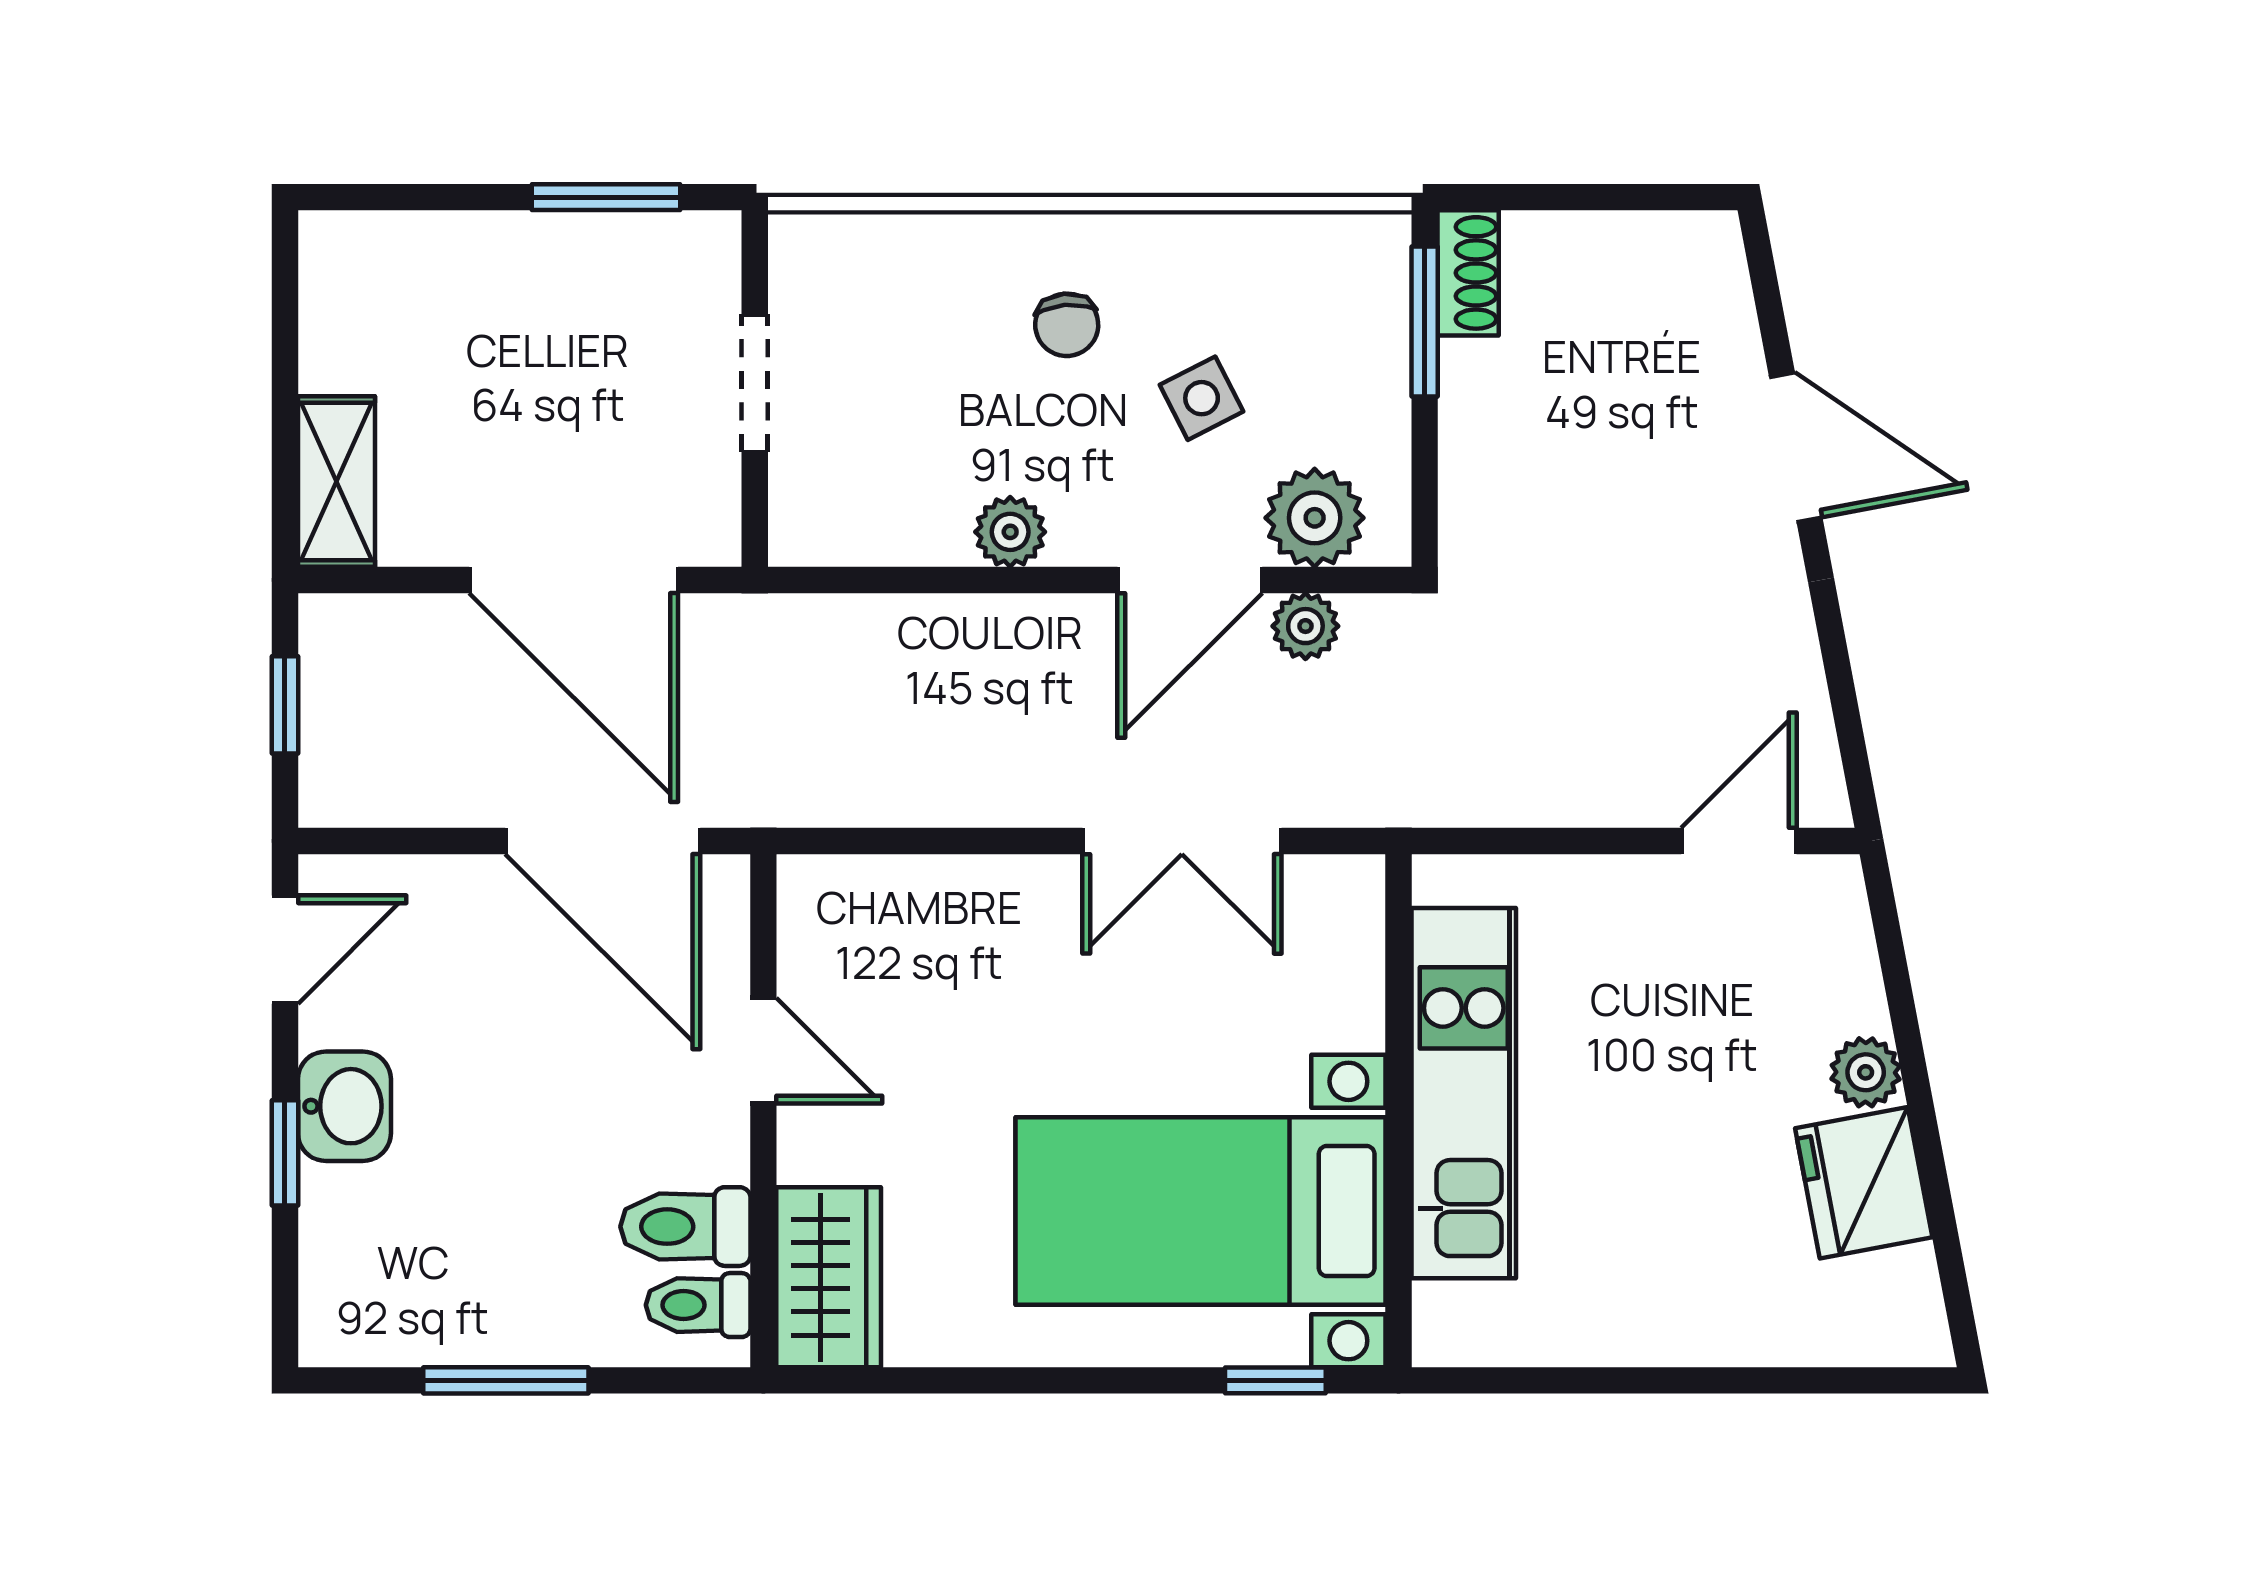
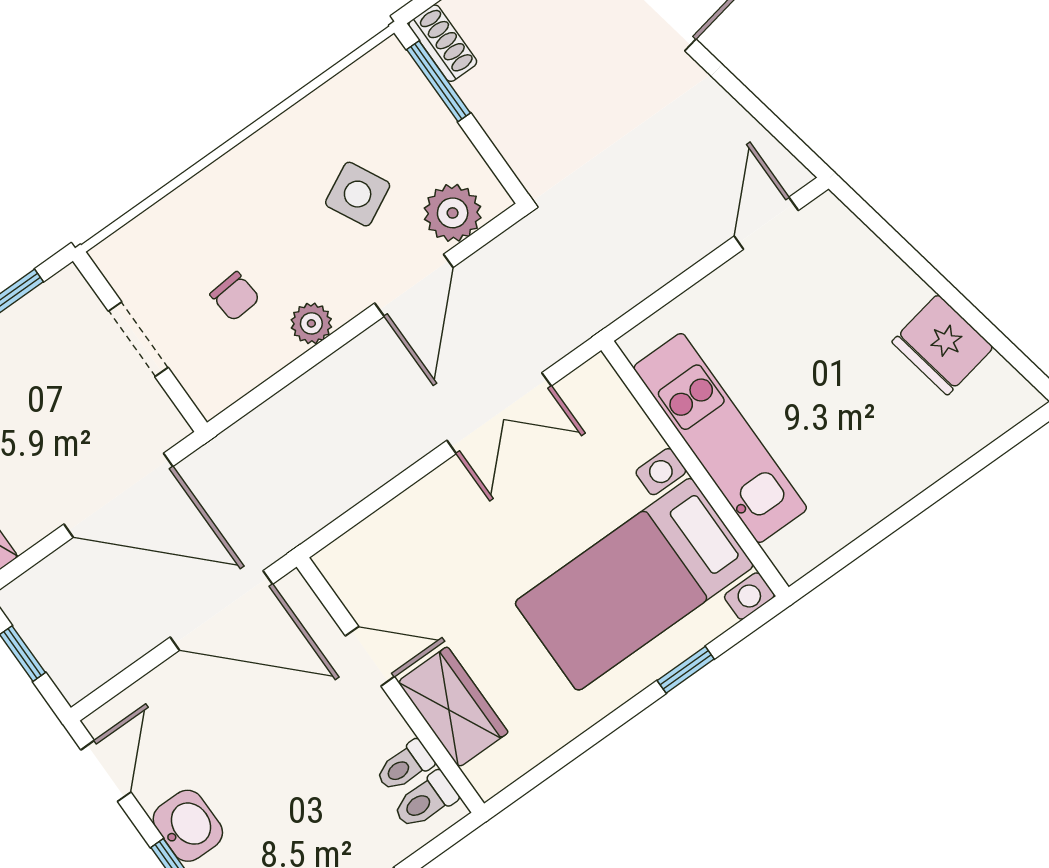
chair: (1067, 325) -> (235, 296), moved
side table: (1202, 398) -> (358, 194), width x1.37, depth x1.37
plant: (1305, 626) -> (485, 268), removed
plant: (1866, 1072) -> (906, 291), removed
toilet: (685, 1227) -> (405, 766), width x0.73, depth x0.72
wardrobe: (829, 1277) -> (453, 707), moved
window: (1275, 1380) -> (686, 670), moved

